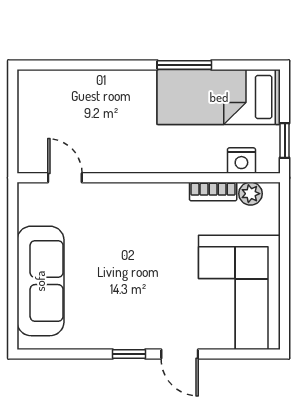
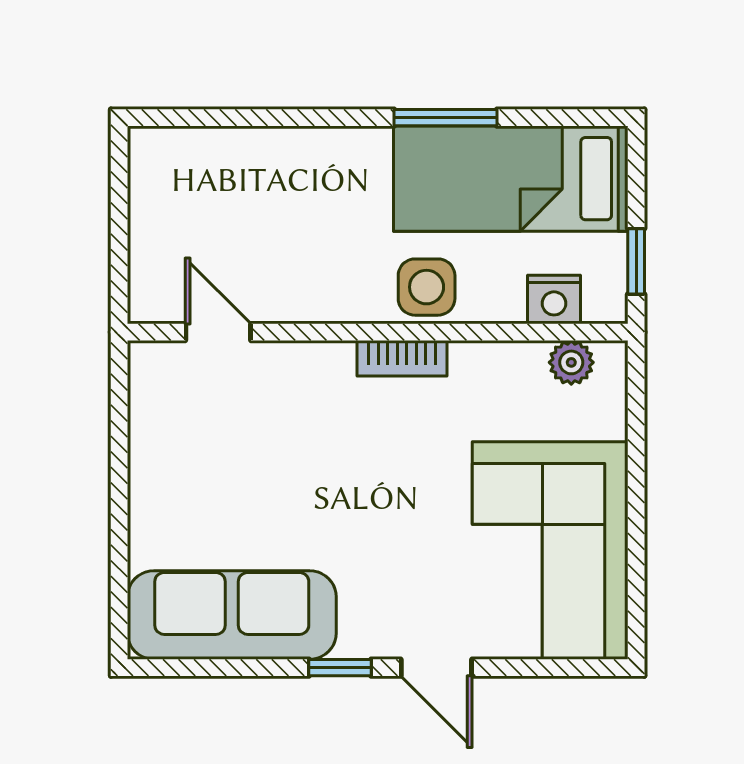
side table: (174, 154) -> (427, 287), added
bookcase: (213, 191) -> (402, 358), moved
sofa: (40, 281) -> (232, 615), moved, turned -90

